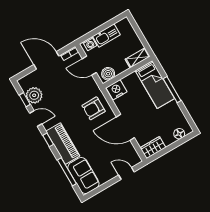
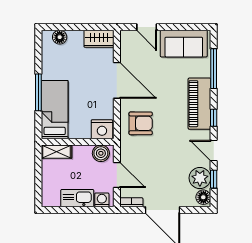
floor lamp: (25, 84) -> (203, 197), added
sofa: (83, 175) -> (184, 44), moved, turned -90

